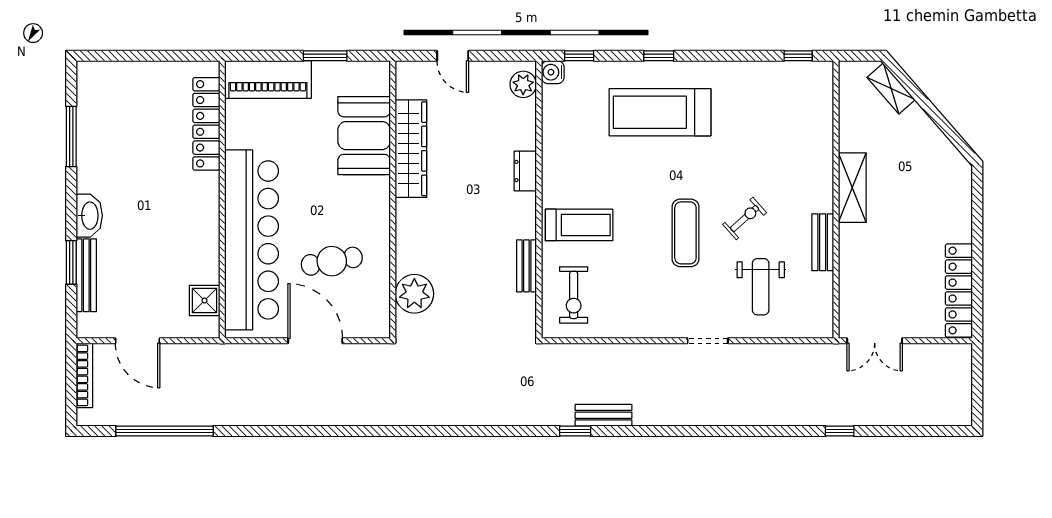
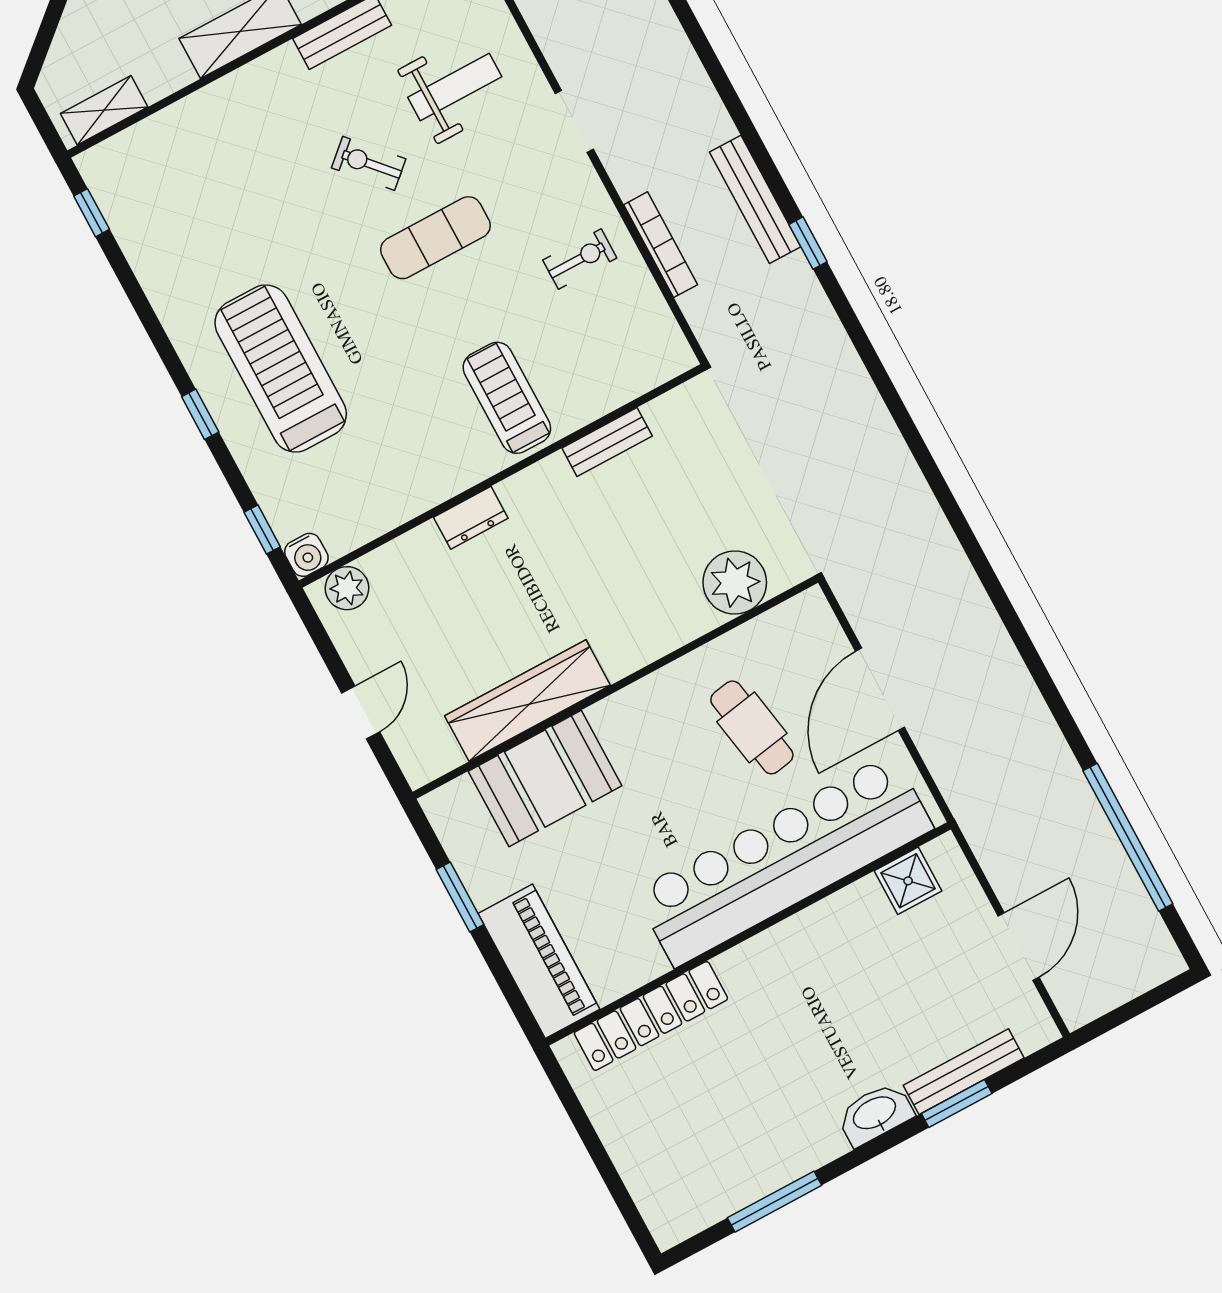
shelving: (891, 89) -> (104, 110), moved, turned 41
treadmill: (660, 112) -> (281, 369), turned 180
exercise bike: (574, 295) -> (580, 259), moved, width x0.73, depth x0.72
bookcase: (84, 375) -> (661, 245), moved, turned 90
bench: (603, 415) -> (755, 199), width x1.36

